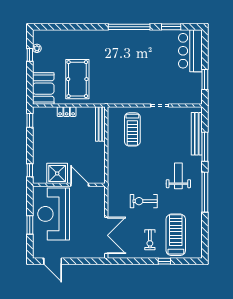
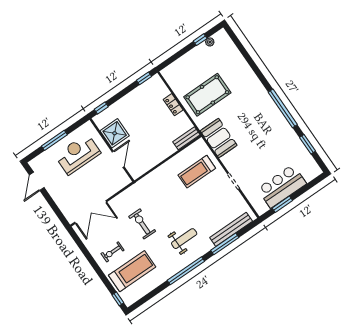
bar counter: (190, 51) -> (282, 186), moved
booth: (43, 89) -> (219, 138), moved, turned 90
bench: (100, 124) -> (186, 138), width x0.73
reception desk: (54, 214) -> (78, 154), width x0.74, depth x0.77
window: (30, 225) -> (54, 140), width x1.44
window: (164, 261) -> (118, 299), moved

